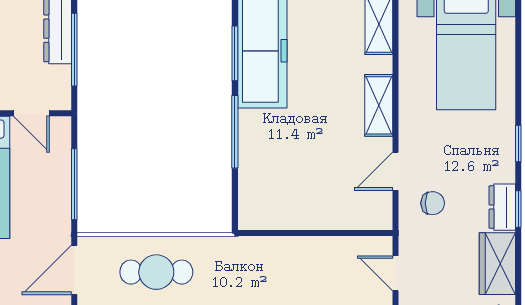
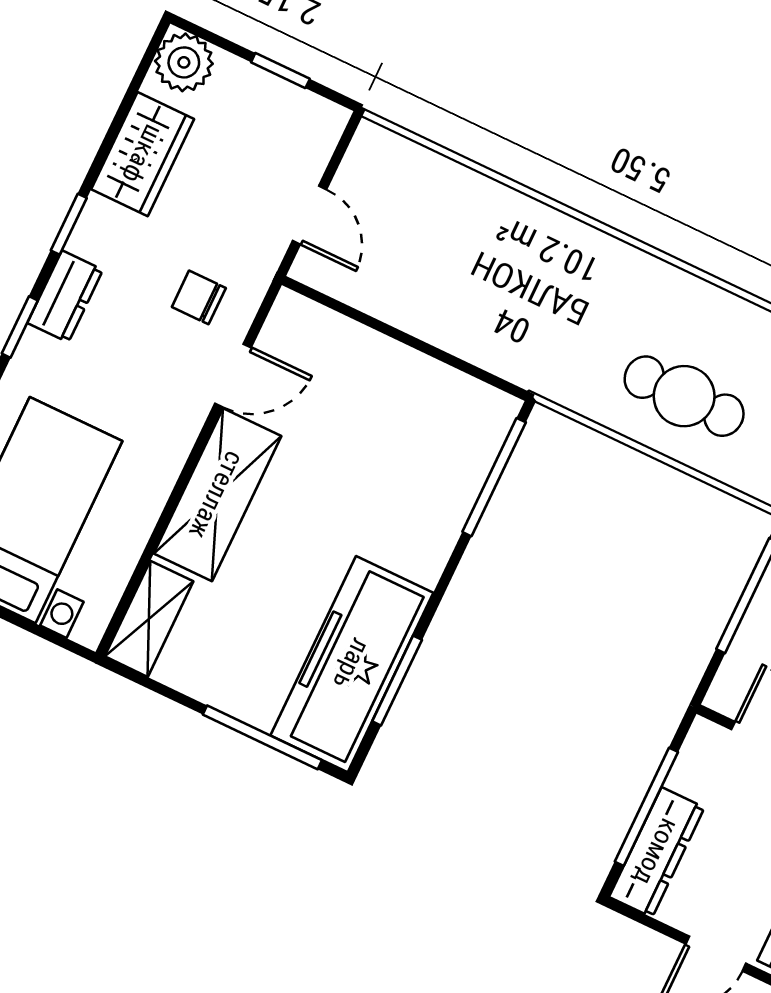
shelving: (379, 105) -> (217, 495), width x1.50, depth x1.33
window: (235, 132) -> (494, 477), moved
dresser: (502, 207) -> (65, 296), moved

